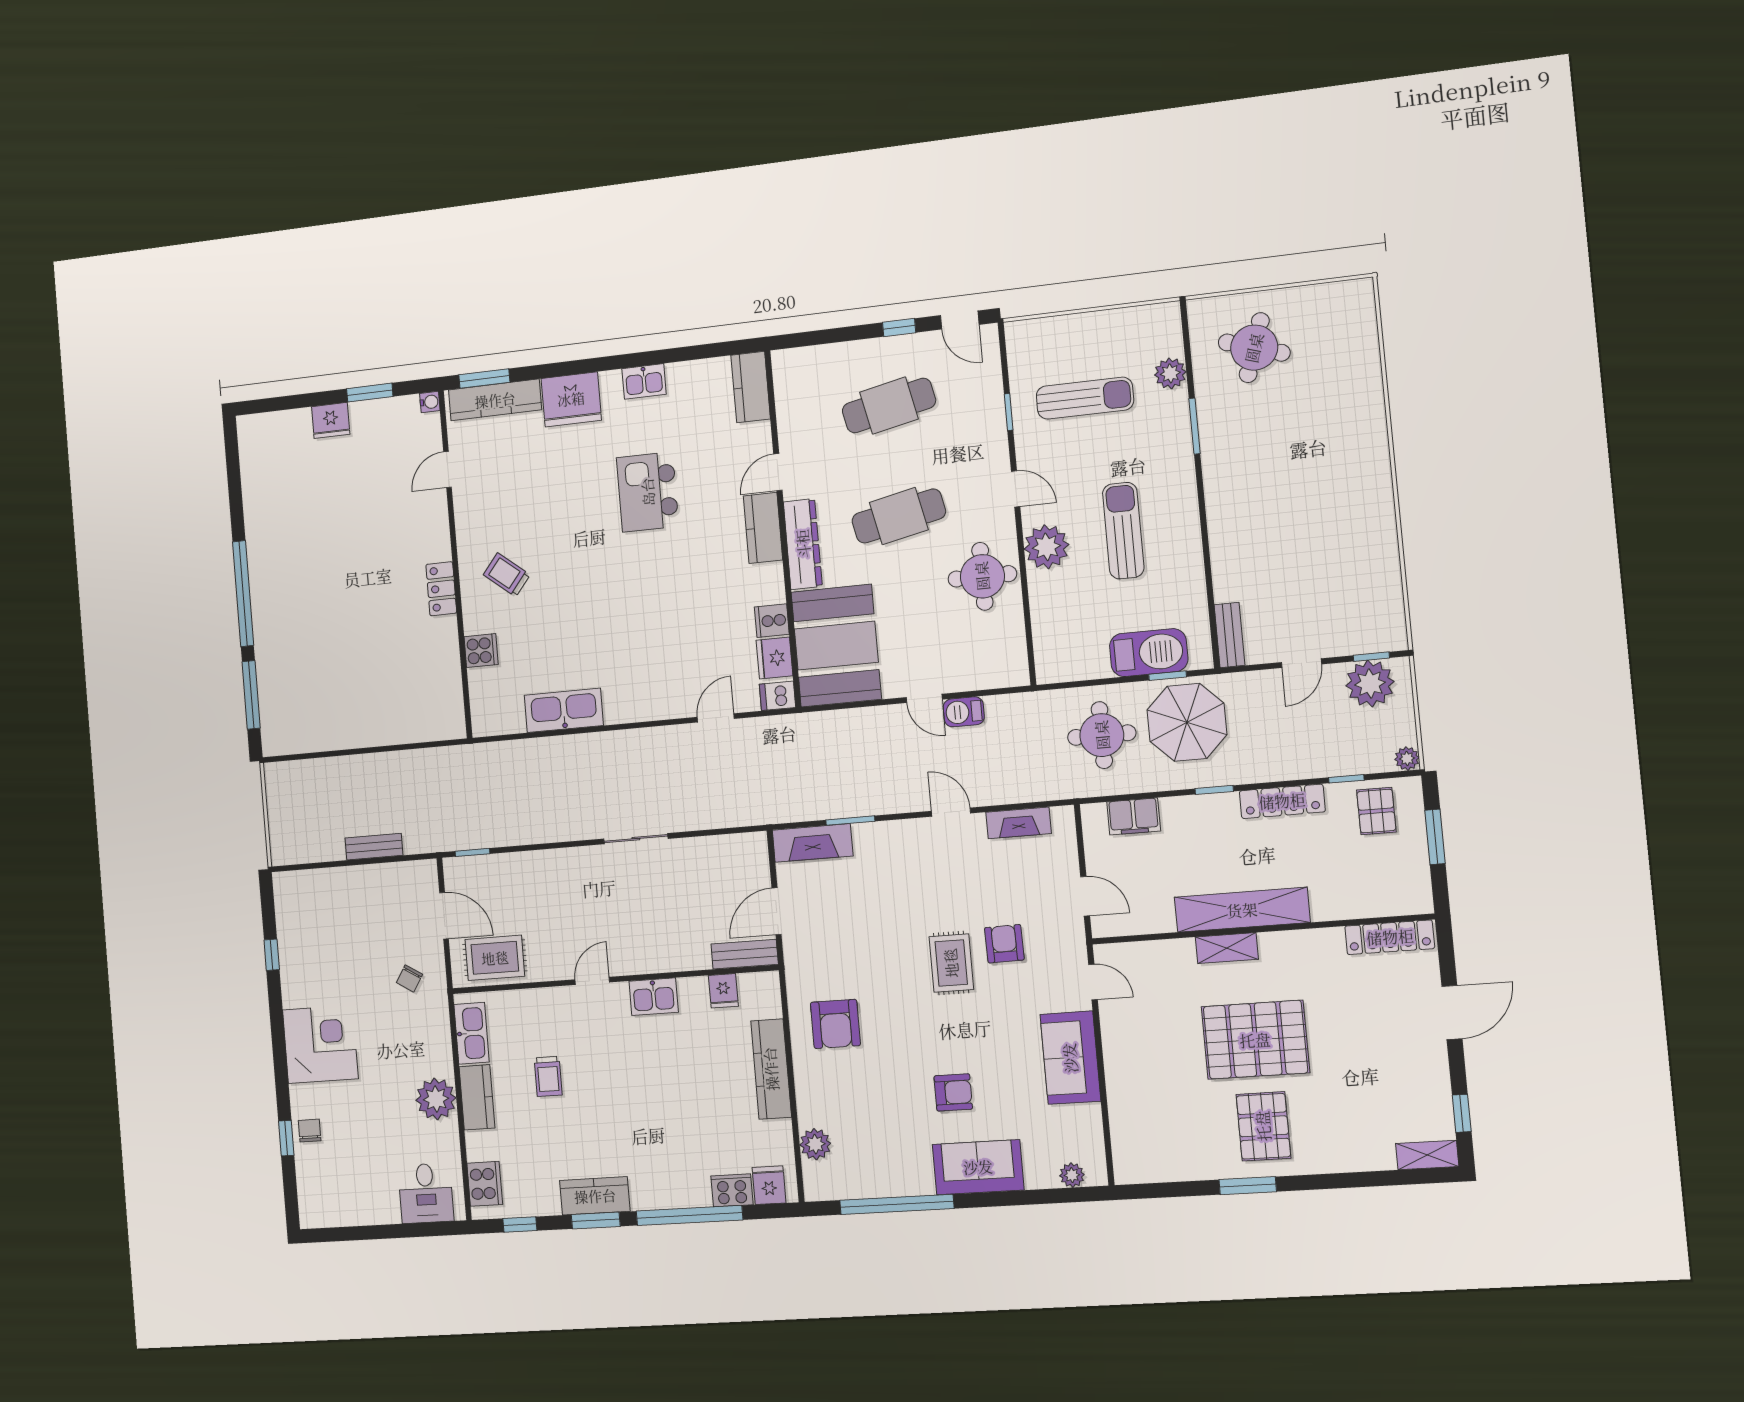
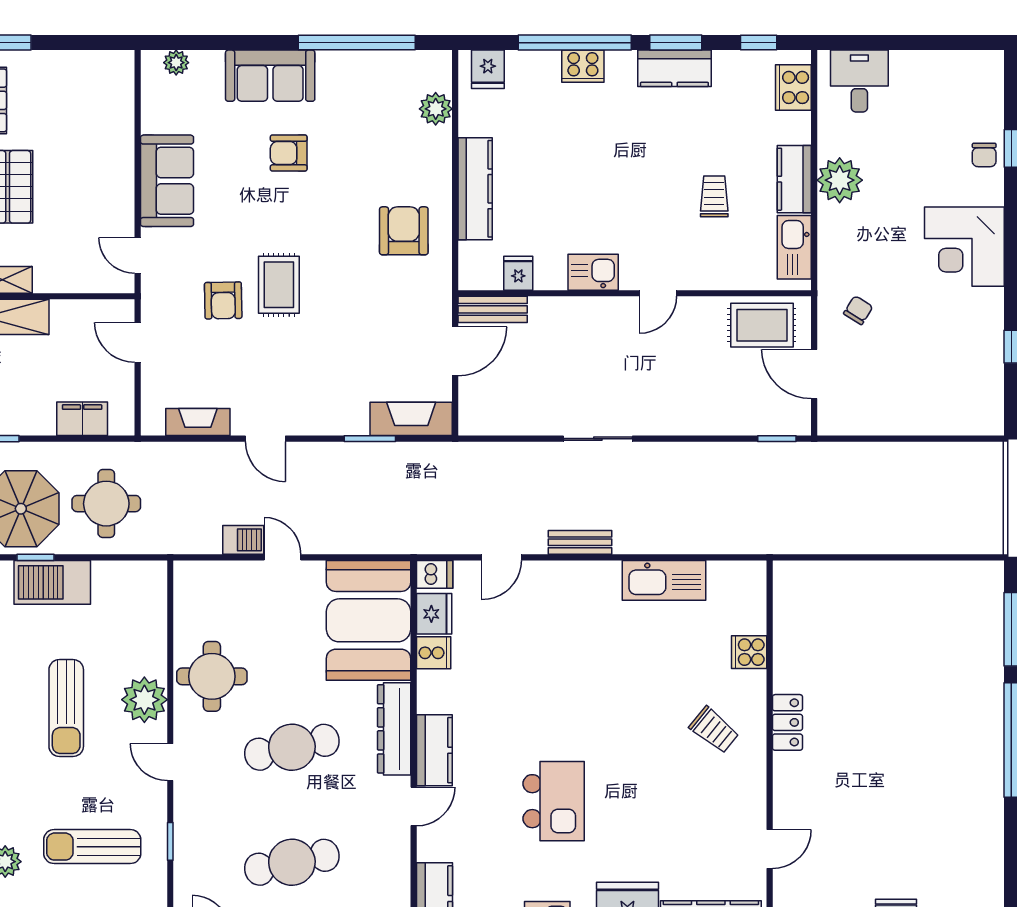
bench: (374, 847) -> (580, 542), moved
cooker: (732, 1190) -> (583, 66), moved

